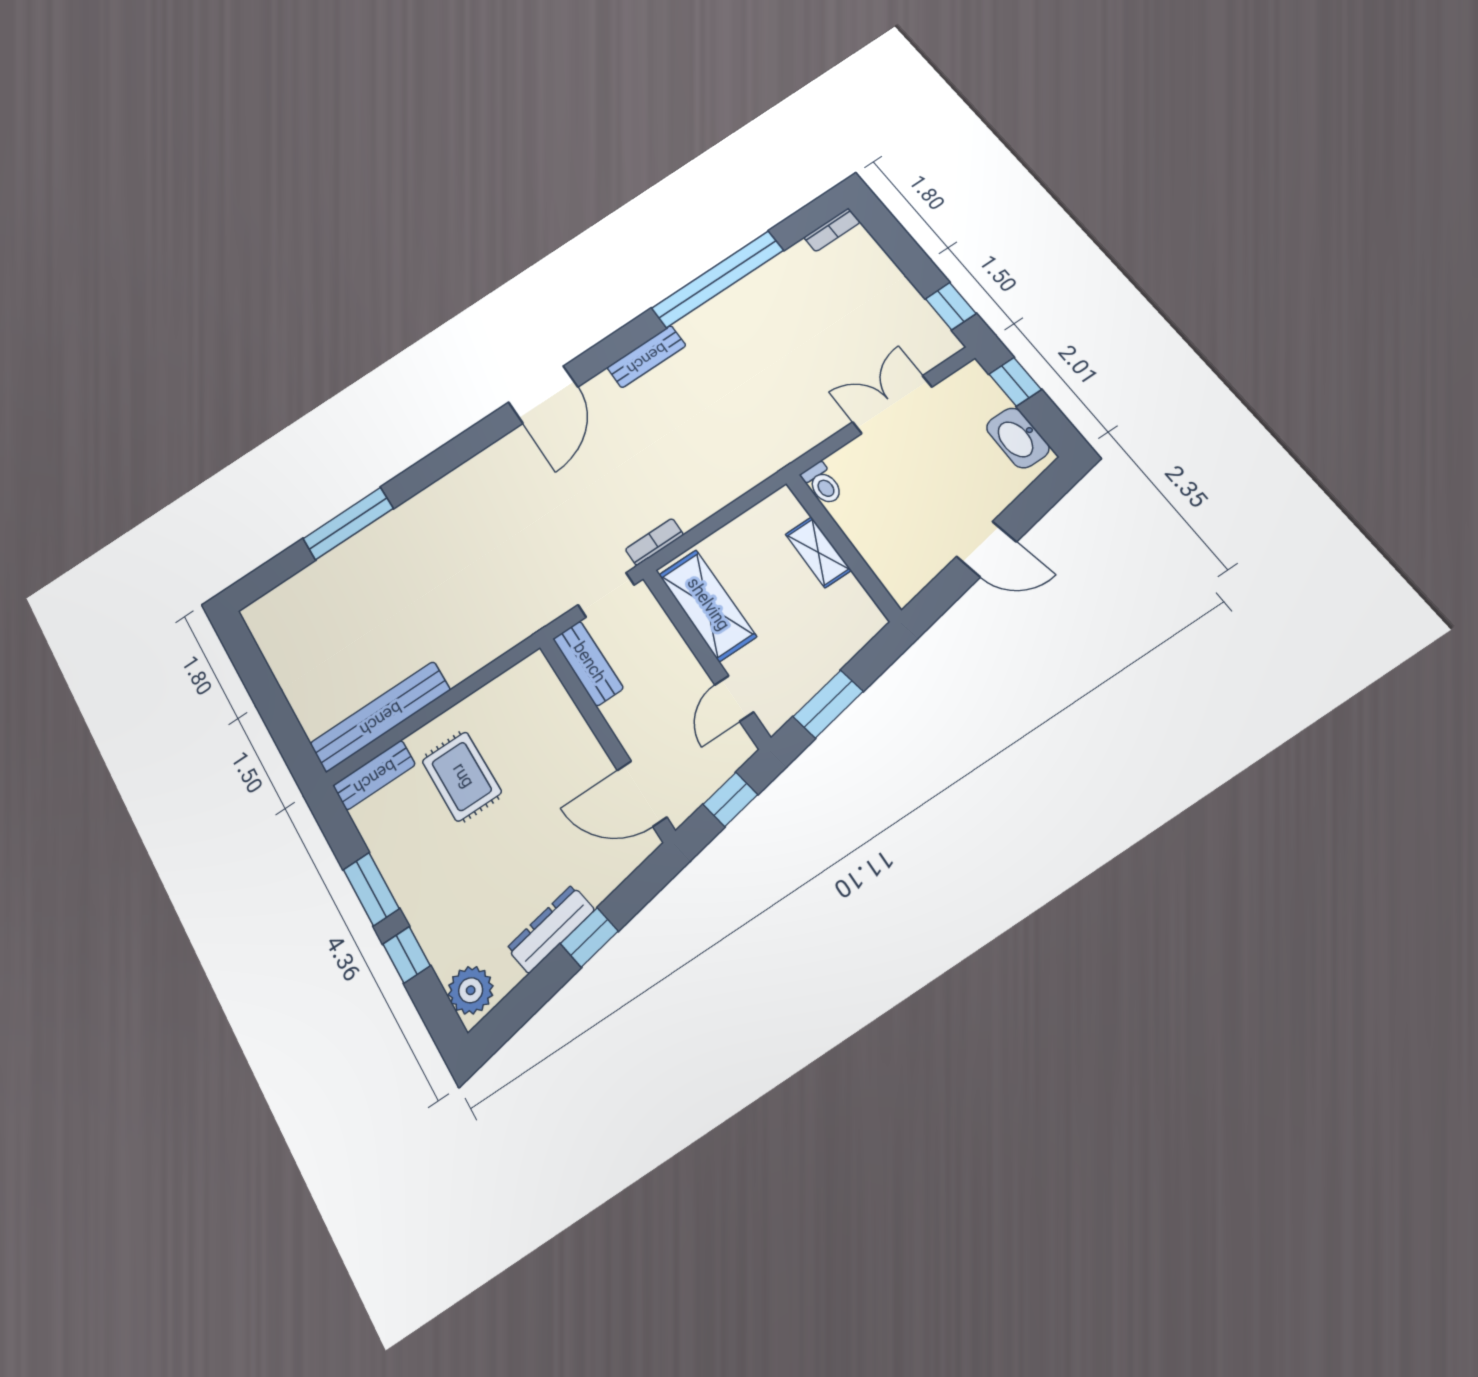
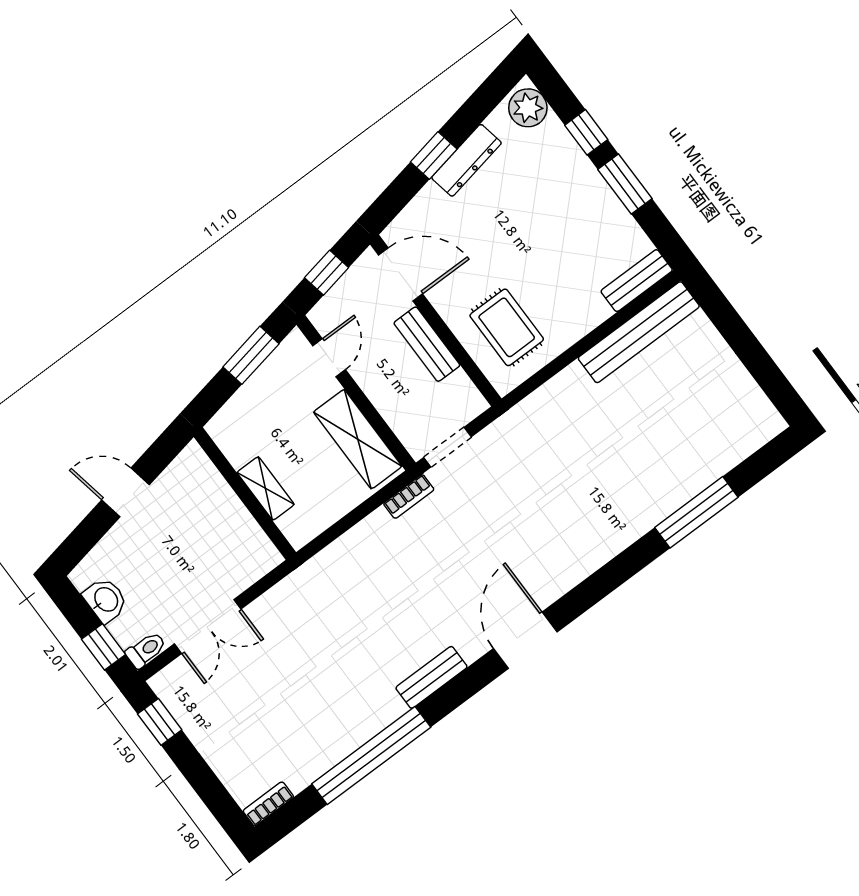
washbasin: (1018, 438) -> (105, 600), width x0.72
toilet: (822, 484) -> (146, 650), moved, turned 90
bench: (588, 663) -> (427, 344), moved
rug: (462, 776) -> (507, 327), moved

